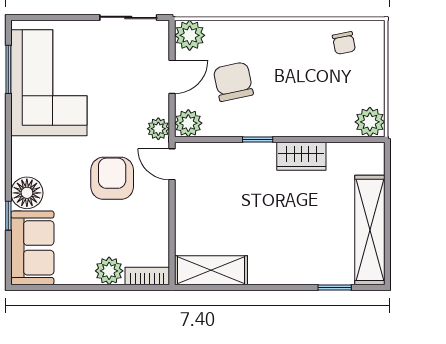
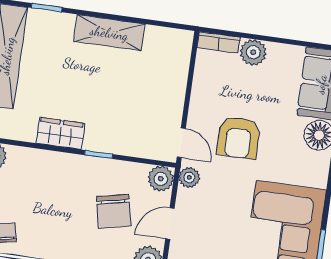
shelving: (211, 270) -> (109, 33), moved

